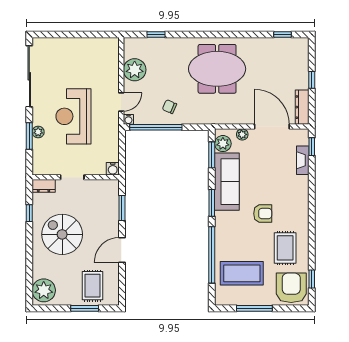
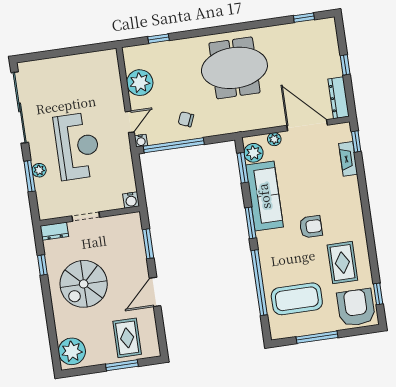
reception desk: (73, 116) -> (77, 146), turned 180
spiral stairs: (62, 234) -> (84, 284), turned -90

